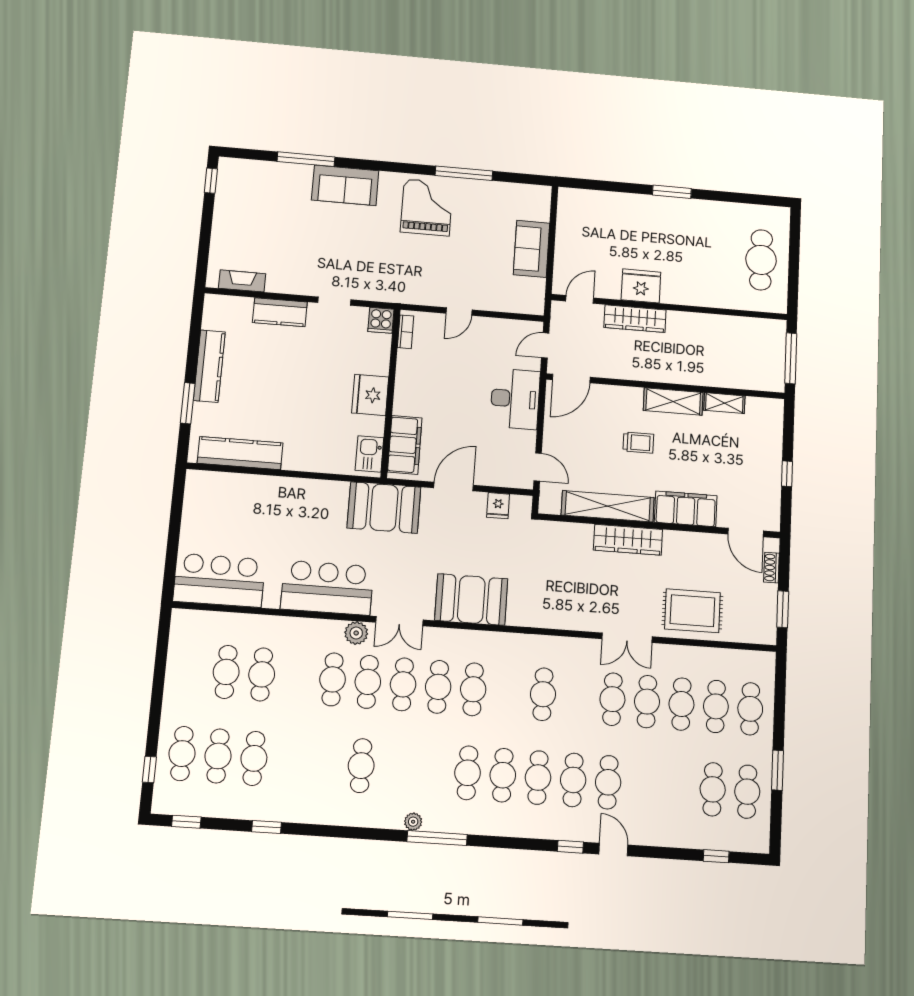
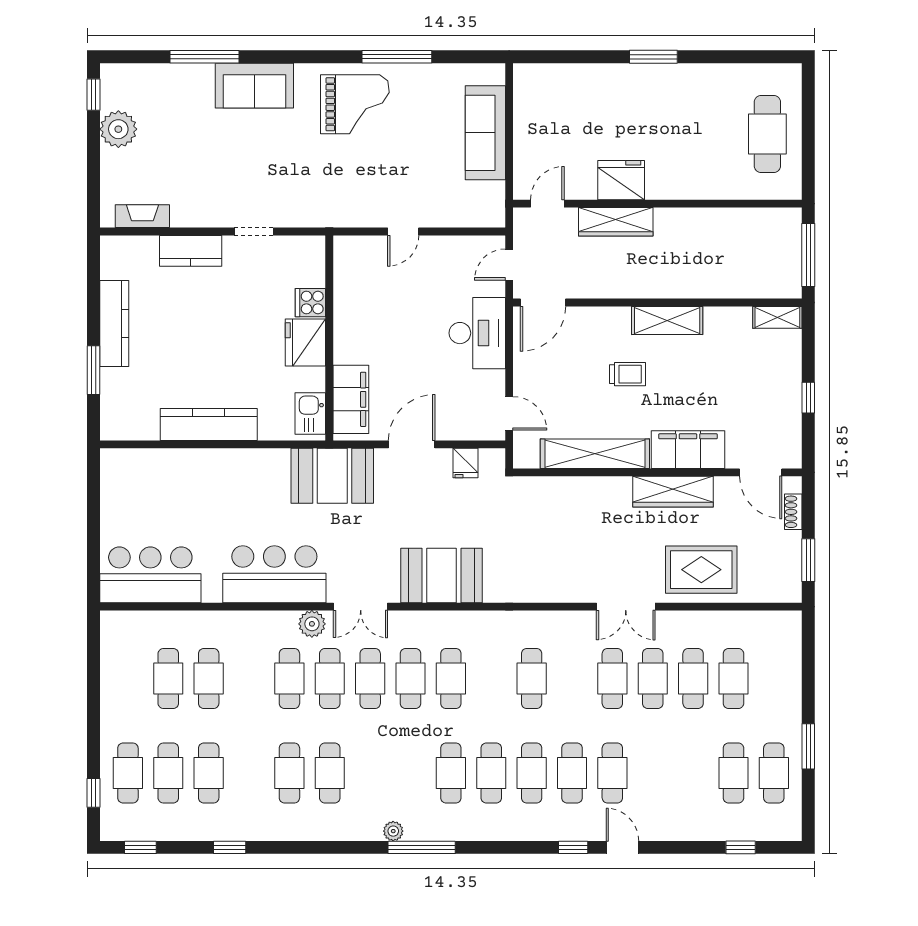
grand piano: (427, 207) -> (355, 104), turned 90
plant: (229, 210) -> (118, 129), added
sofa: (532, 249) -> (485, 133), width x1.36
cooker: (381, 320) -> (310, 303), moved, turned 90
bookcase: (406, 332) -> (341, 262), removed
shelving: (724, 403) -> (777, 317), moved
kitchen counter: (240, 453) -> (209, 425), moved
wardrobe: (628, 540) -> (673, 492), moved
cafe table: (750, 709) -> (289, 773), moved

